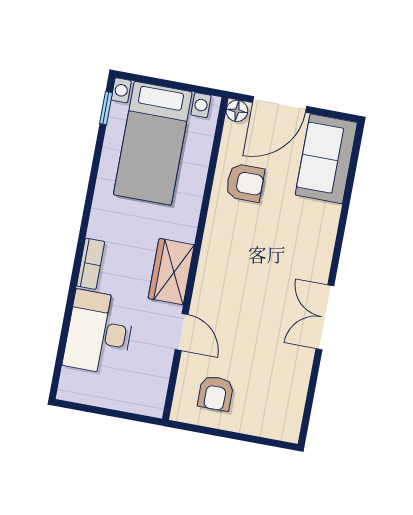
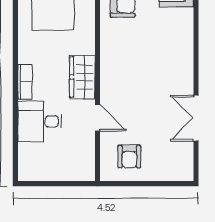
double door: (325, 317) -> (196, 118), moved
desk: (99, 332) -> (40, 121), width x0.73

